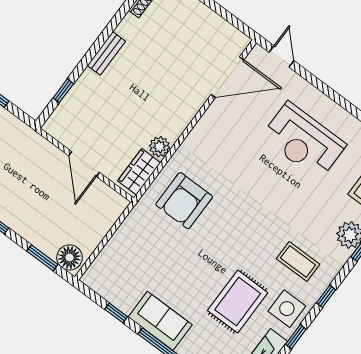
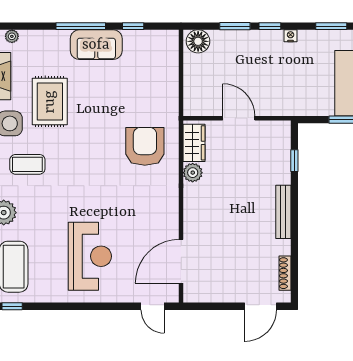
bench: (106, 53) -> (283, 212), width x1.36
reception desk: (304, 141) -> (90, 256), turned 90
window: (42, 258) -> (235, 26), moved

